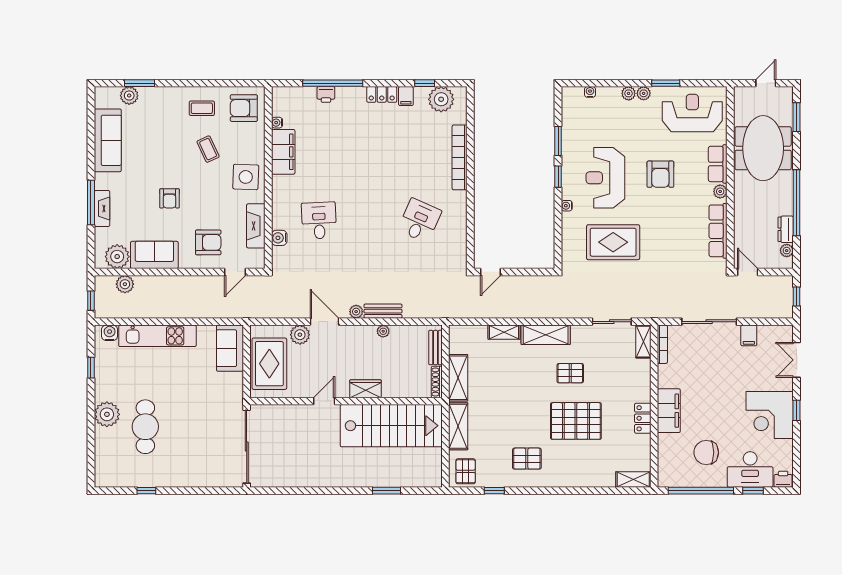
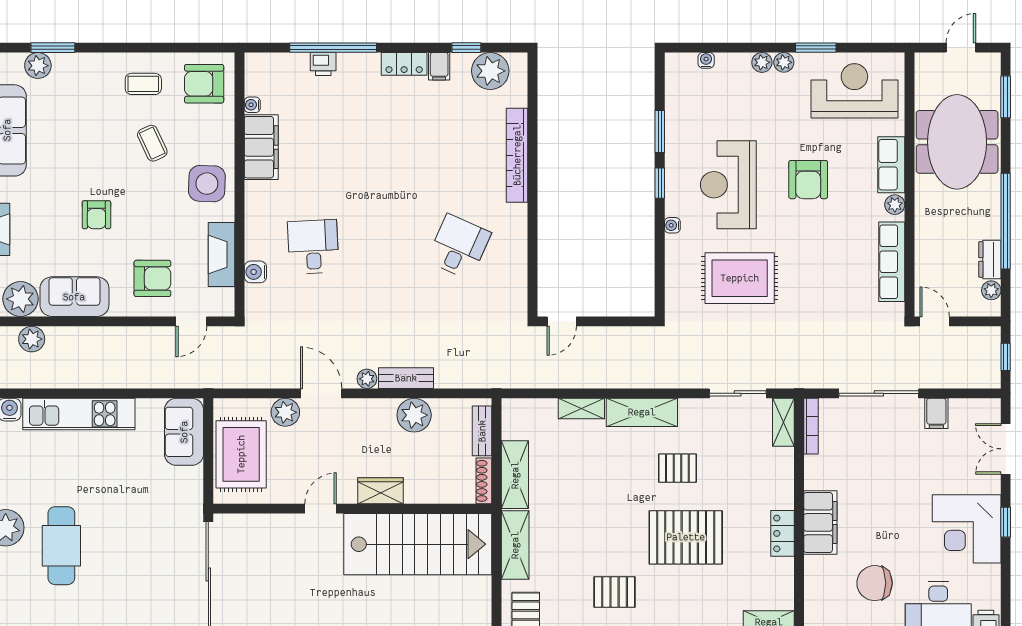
plant: (383, 331) -> (414, 415), width x1.88, depth x1.88

